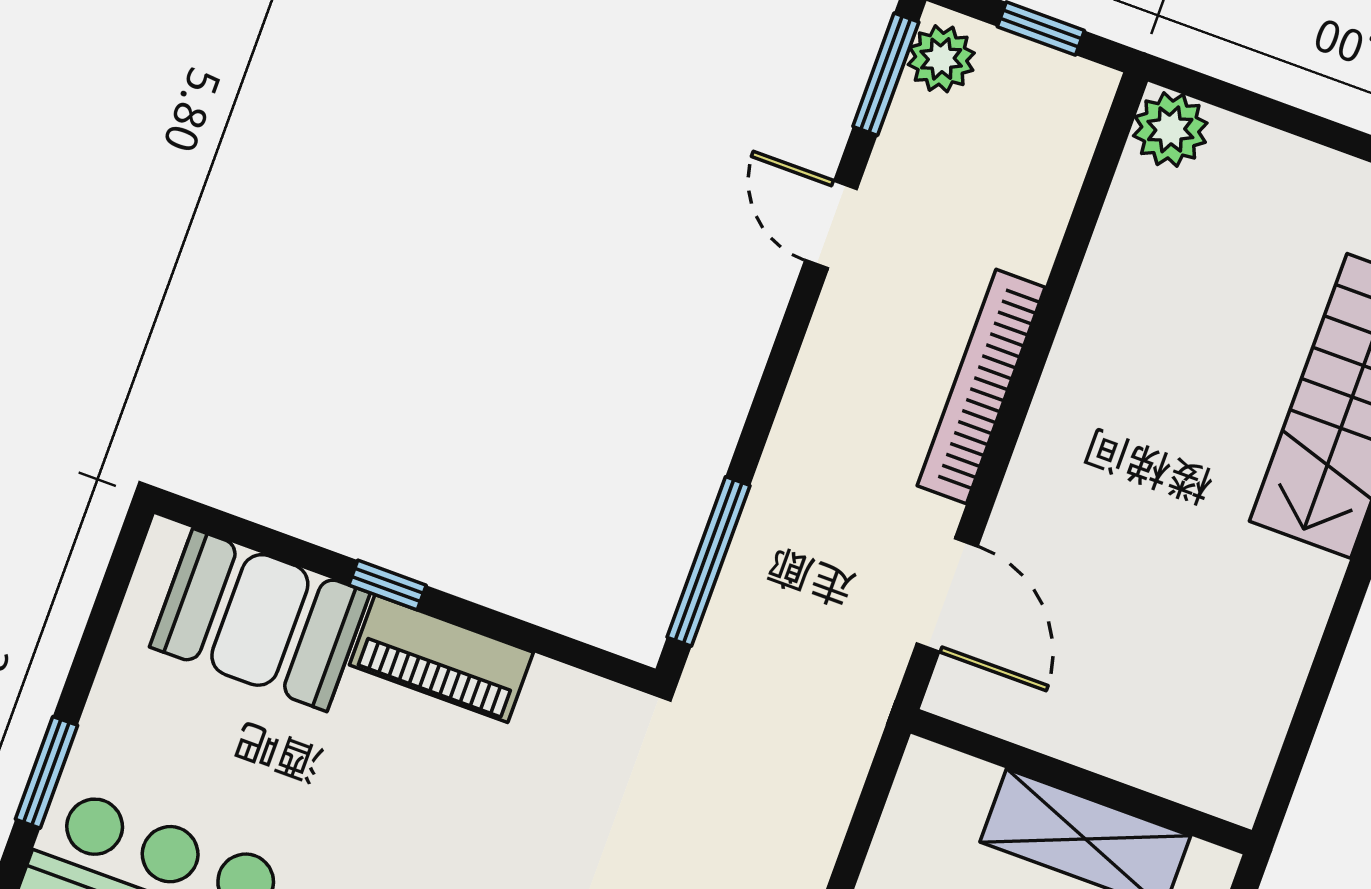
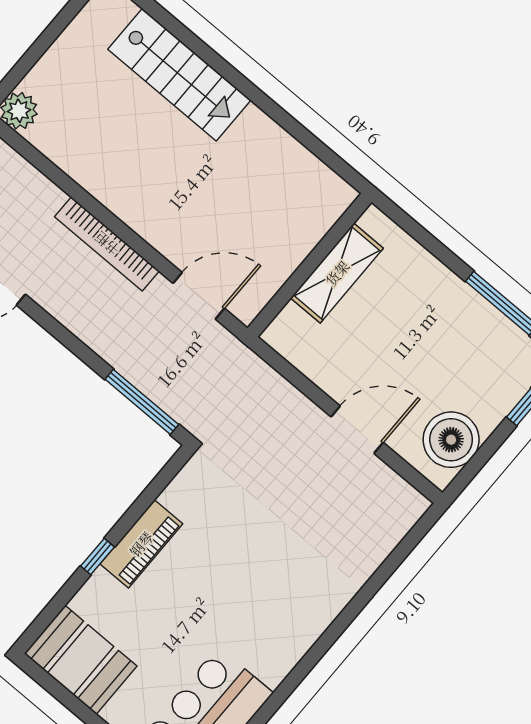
booth: (260, 620) -> (81, 660), moved, turned 90

